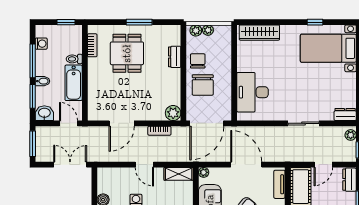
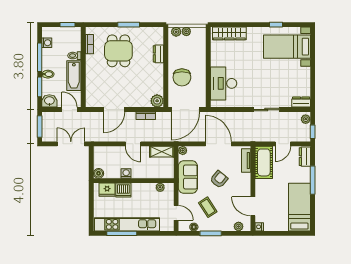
chair: (198, 61) -> (178, 57), removed

